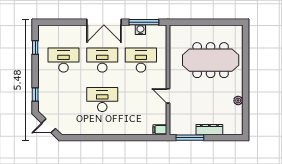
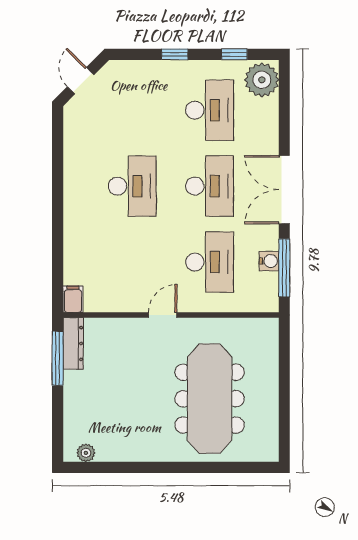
plant: (48, 34) -> (262, 80), added
window: (35, 94) -> (175, 54), moved
door: (168, 96) -> (163, 315), moved
plant: (238, 100) -> (86, 453), moved
dresser: (209, 130) -> (73, 344), moved

